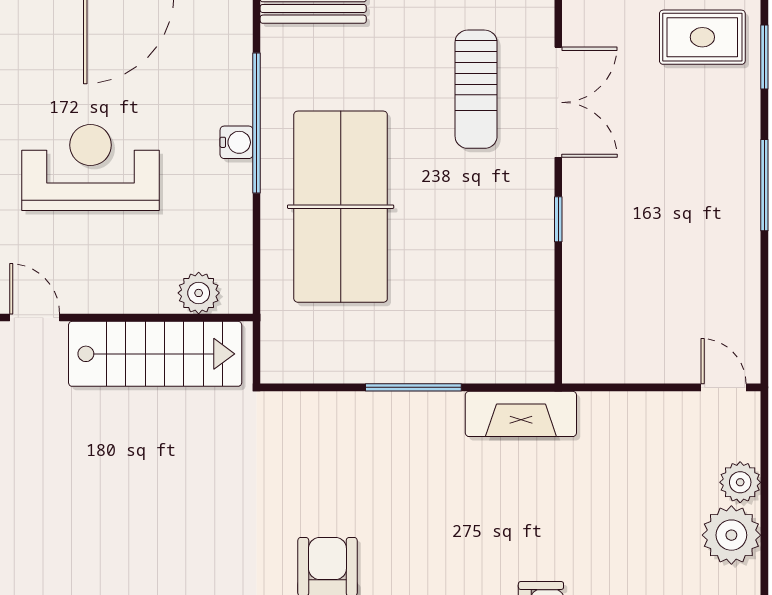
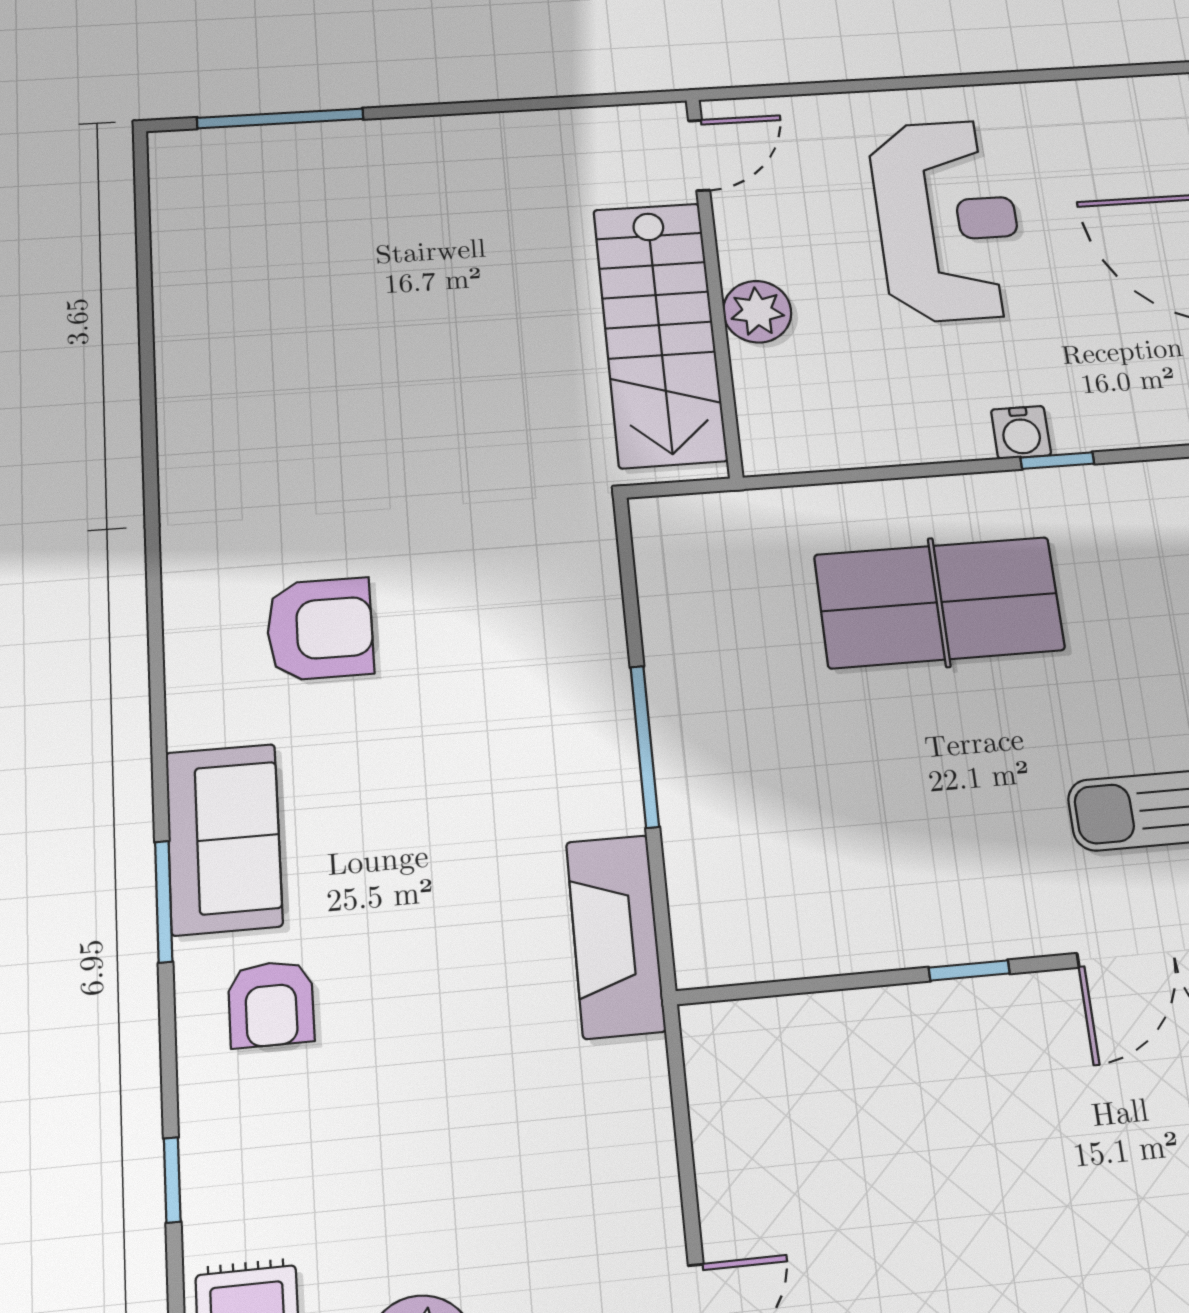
window: (257, 123) -> (1057, 461), width x0.32
table tennis table: (341, 207) -> (939, 602), width x0.73, depth x0.76
plant: (199, 293) -> (757, 312), moved

